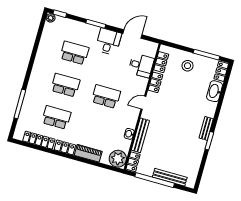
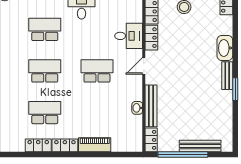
desk: (141, 65) -> (129, 36), moved
washbasin: (215, 91) -> (225, 48), moved
locker: (39, 140) -> (38, 145), width x0.66
plant: (118, 159) -> (132, 141), removed

